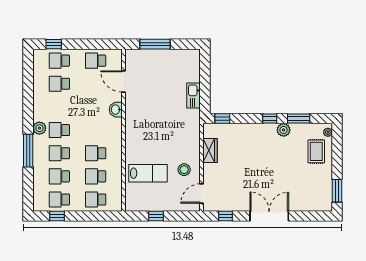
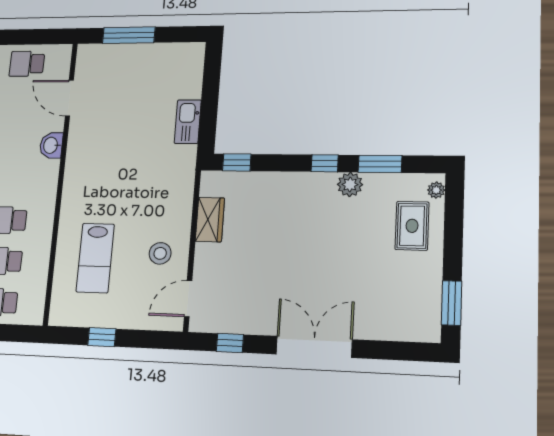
lab bench: (148, 173) -> (95, 258), turned 90

